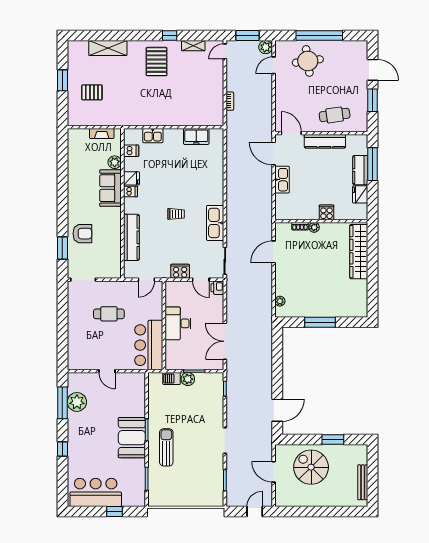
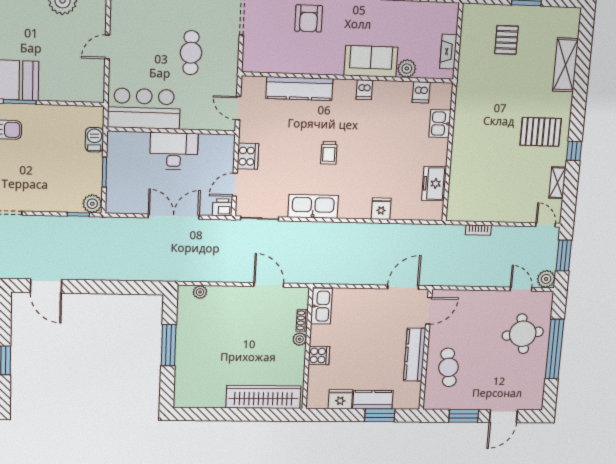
window: (373, 164) -> (380, 415), width x0.69
fridge: (131, 178) -> (381, 209), moved, turned 180
kitchen sink: (282, 180) -> (321, 306), moved, turned -90
double door: (225, 341) -> (174, 217), moved
plant: (188, 379) -> (92, 204), moved

